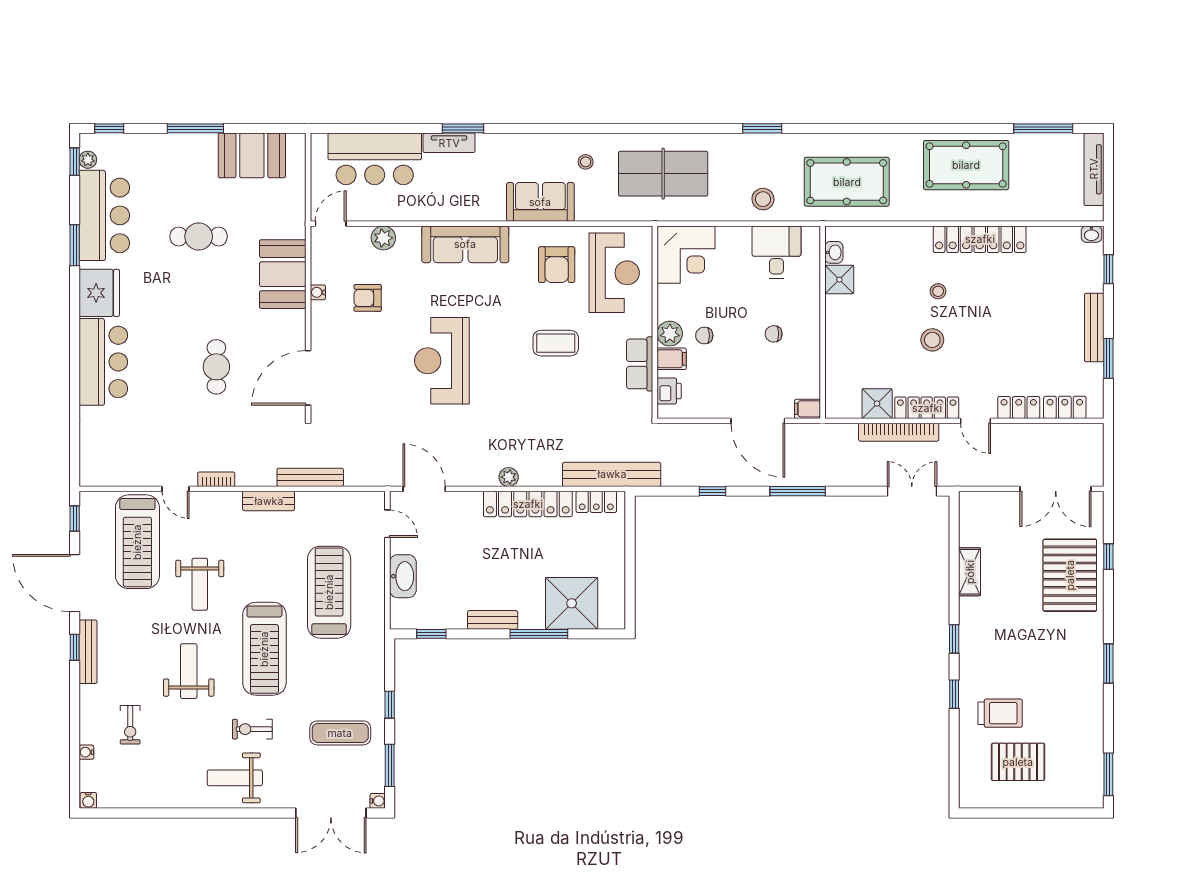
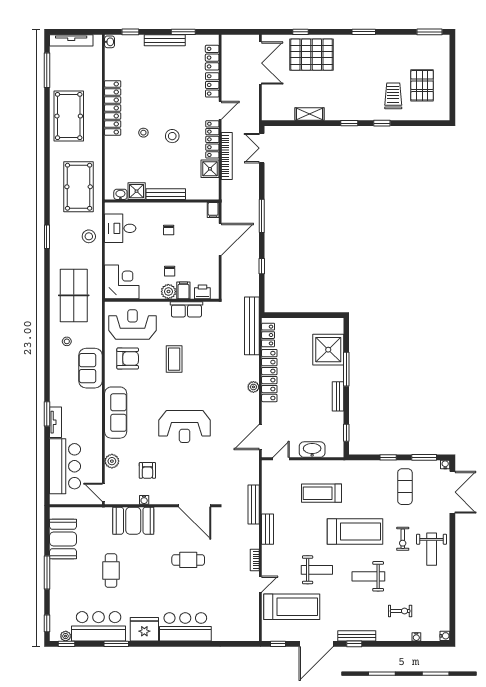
bench: (834, 329) -> (166, 194), added
treadmill: (329, 592) -> (322, 493), width x0.73, depth x0.73

